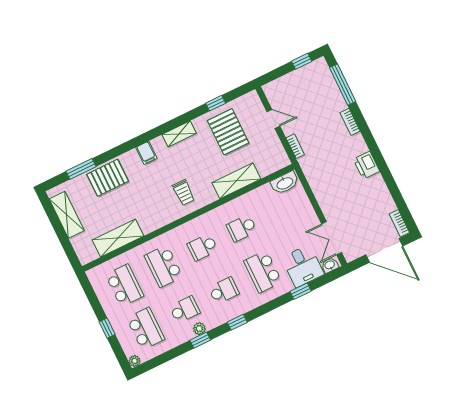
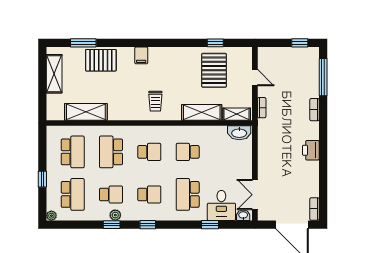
shelving: (179, 134) -> (237, 114), moved
school desk: (203, 247) -> (149, 152), turned 180

